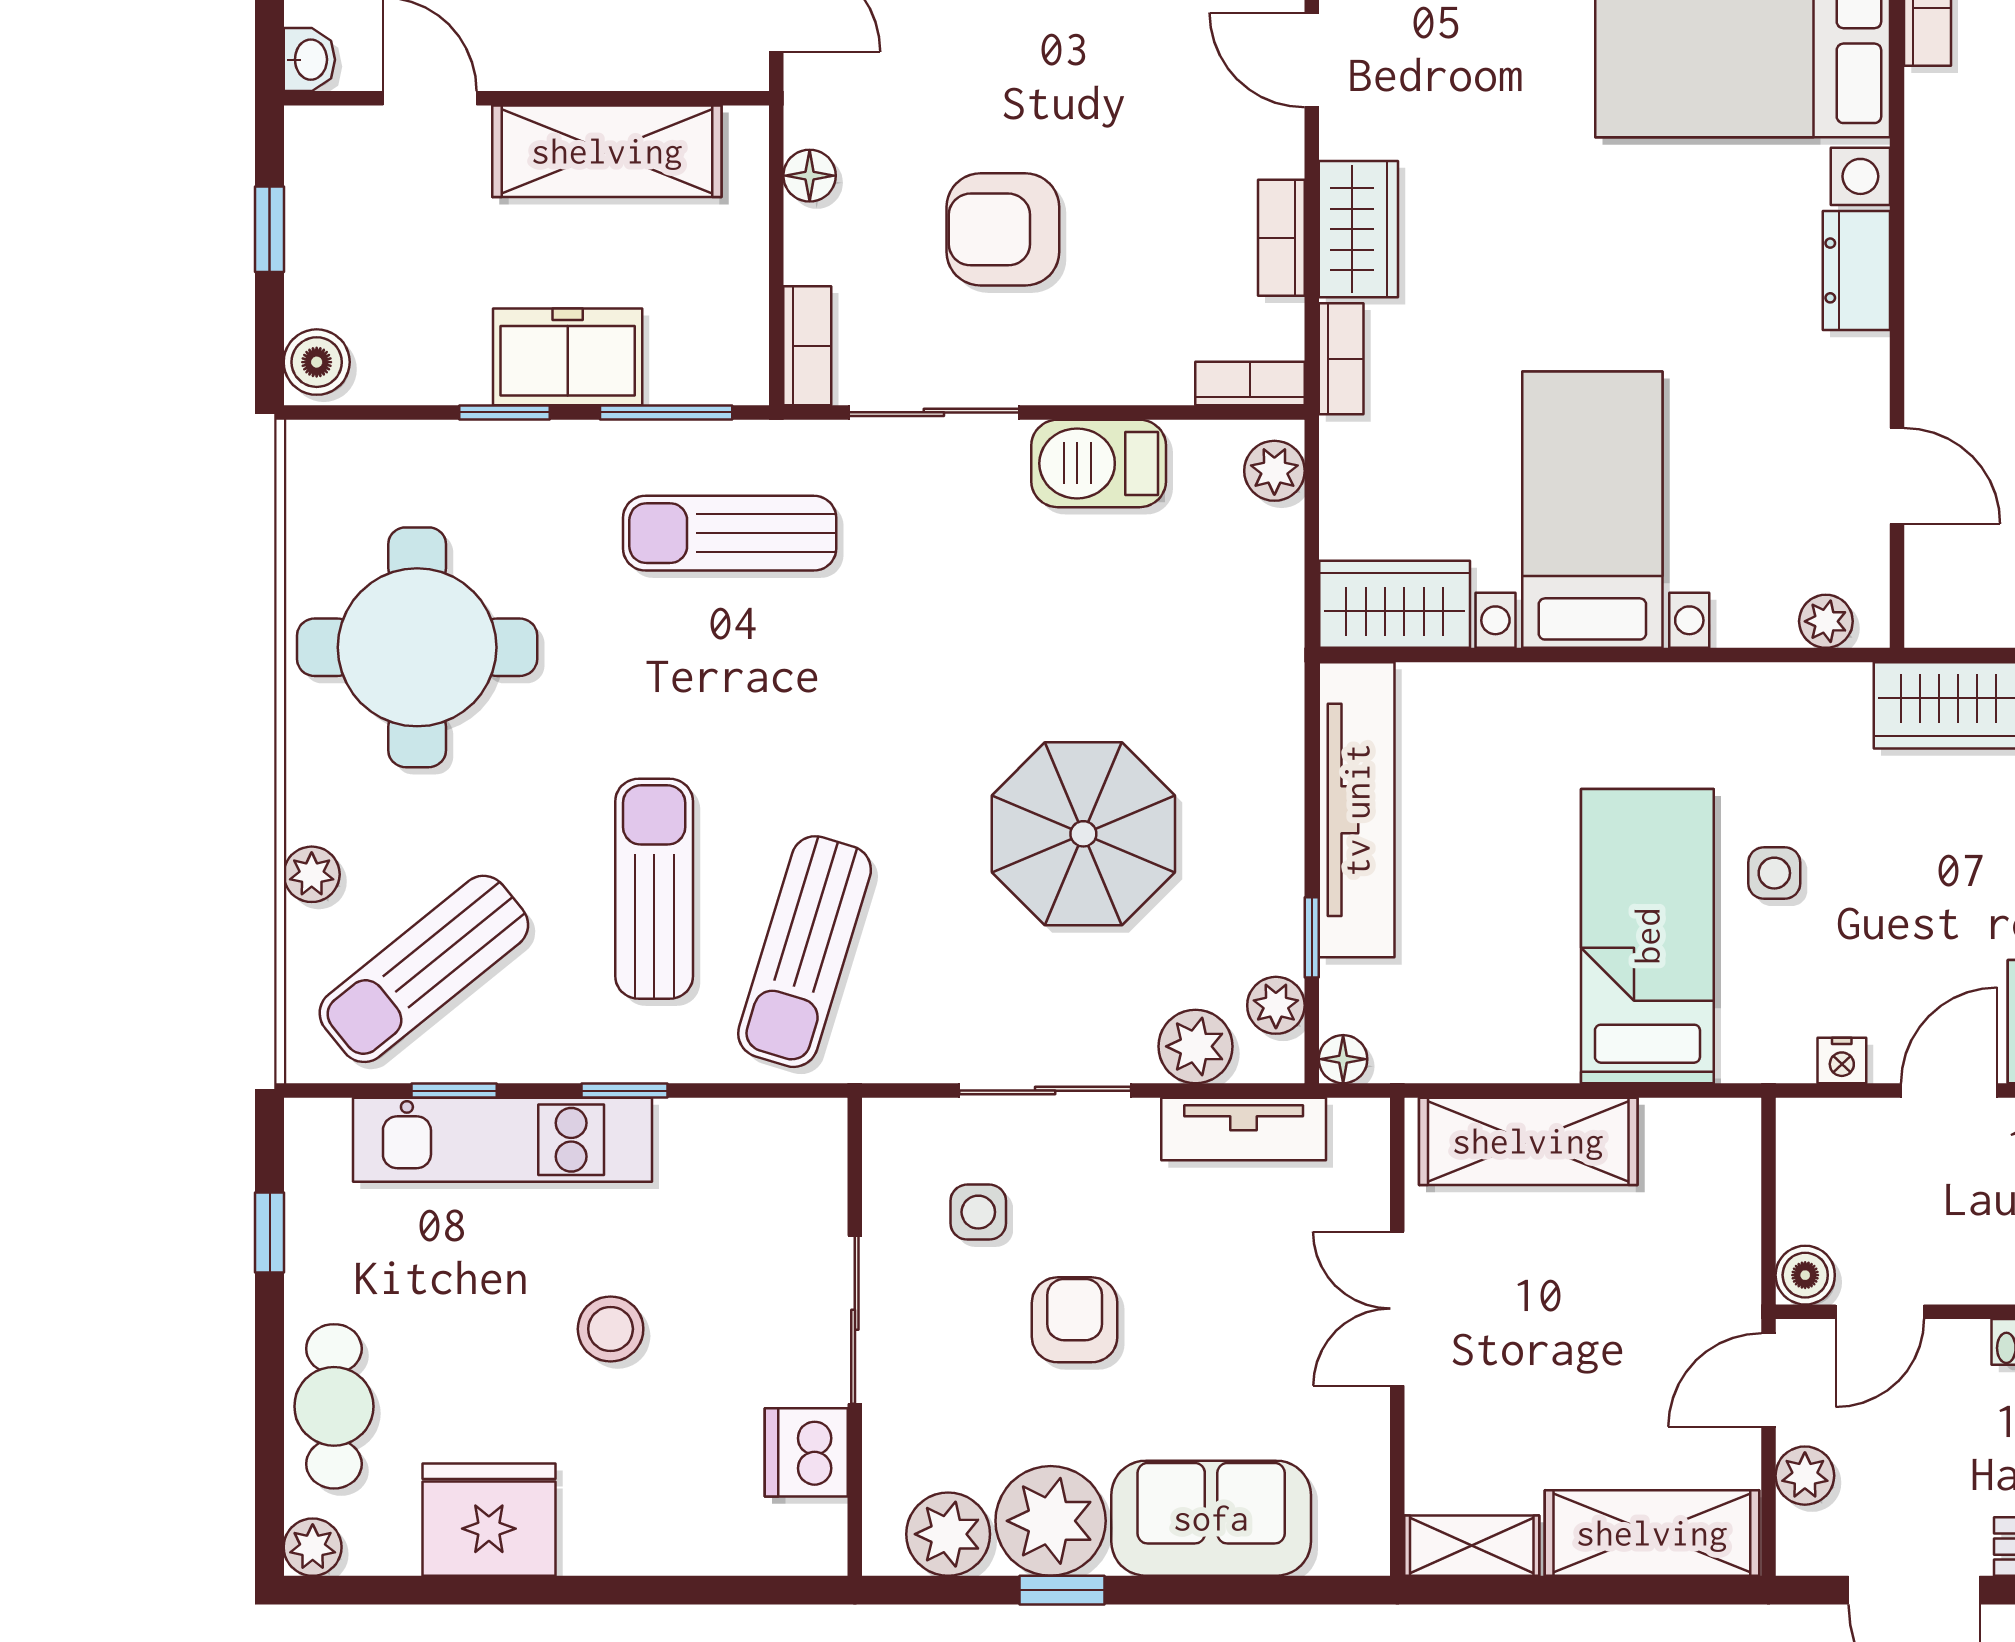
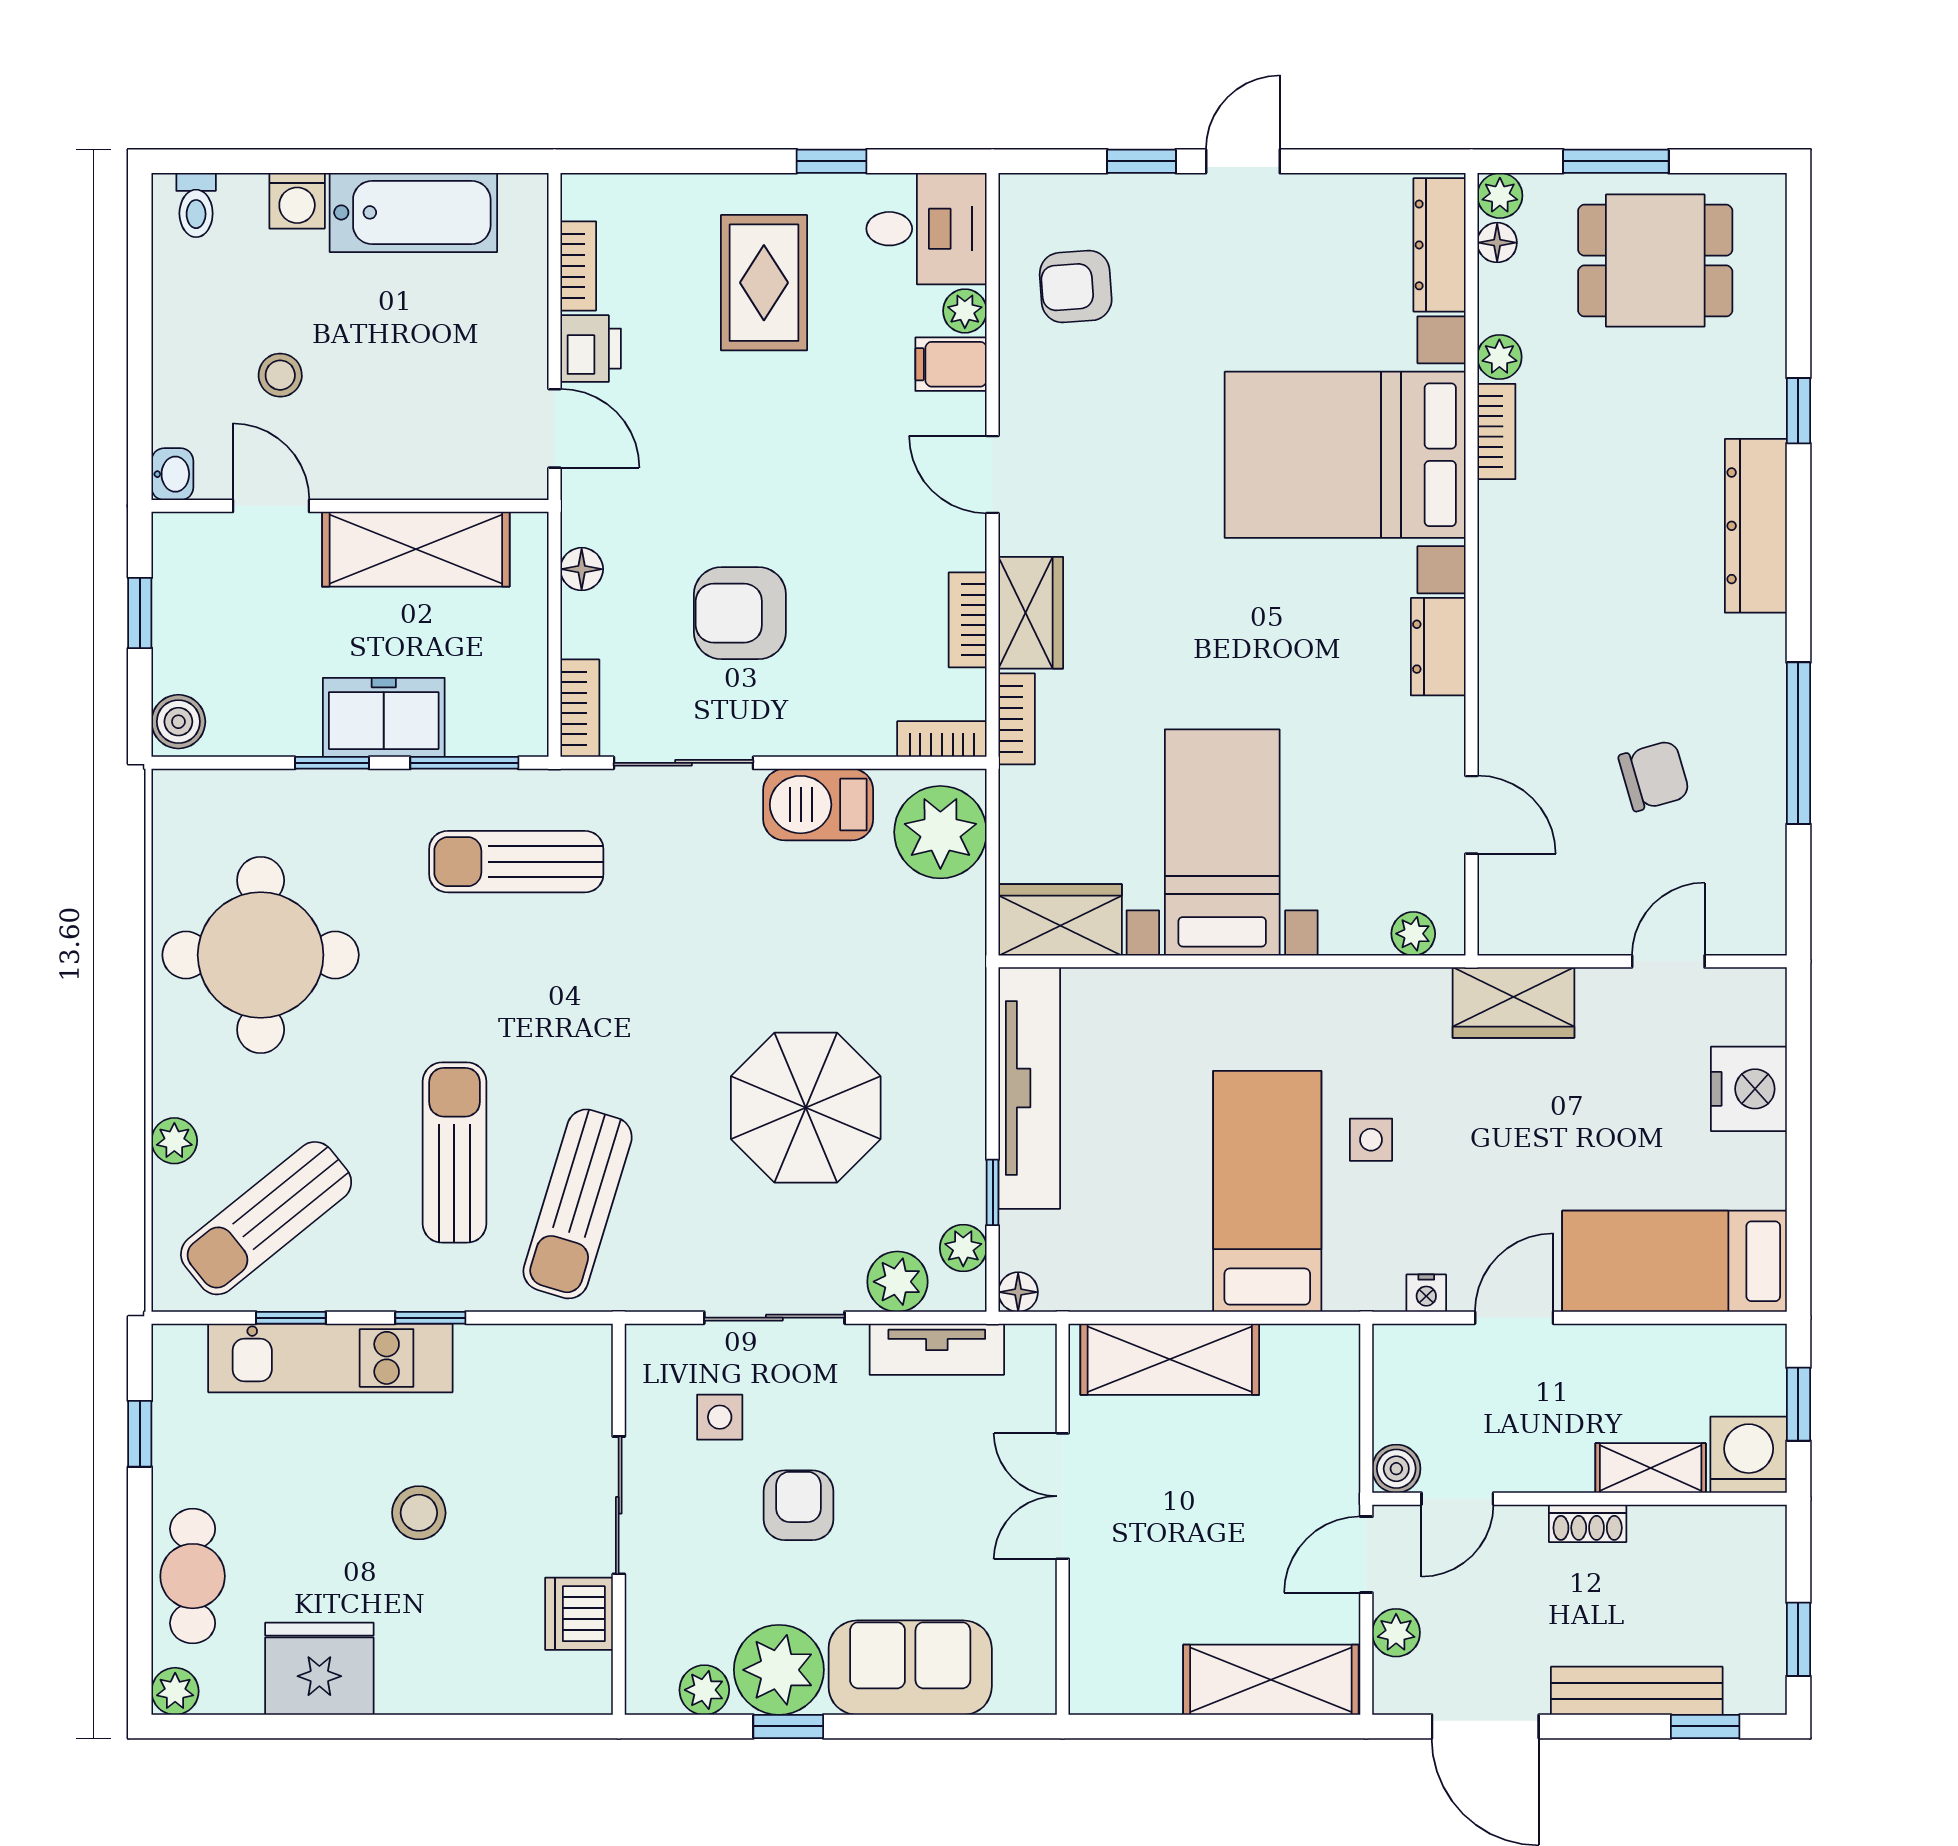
plant: (1274, 471) -> (940, 832), width x1.88, depth x1.88
plant: (948, 1534) -> (704, 1690), width x0.73, depth x0.73
shelving: (1472, 1546) -> (1123, 1690), removed

